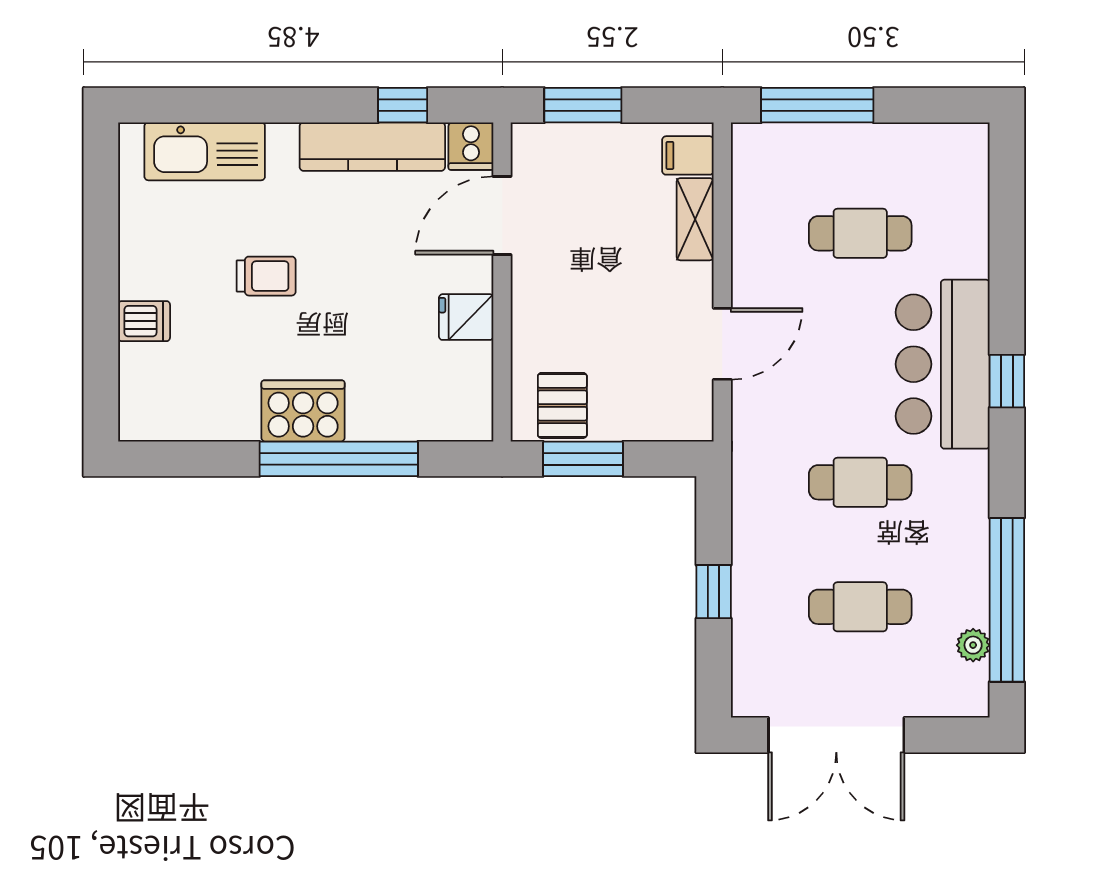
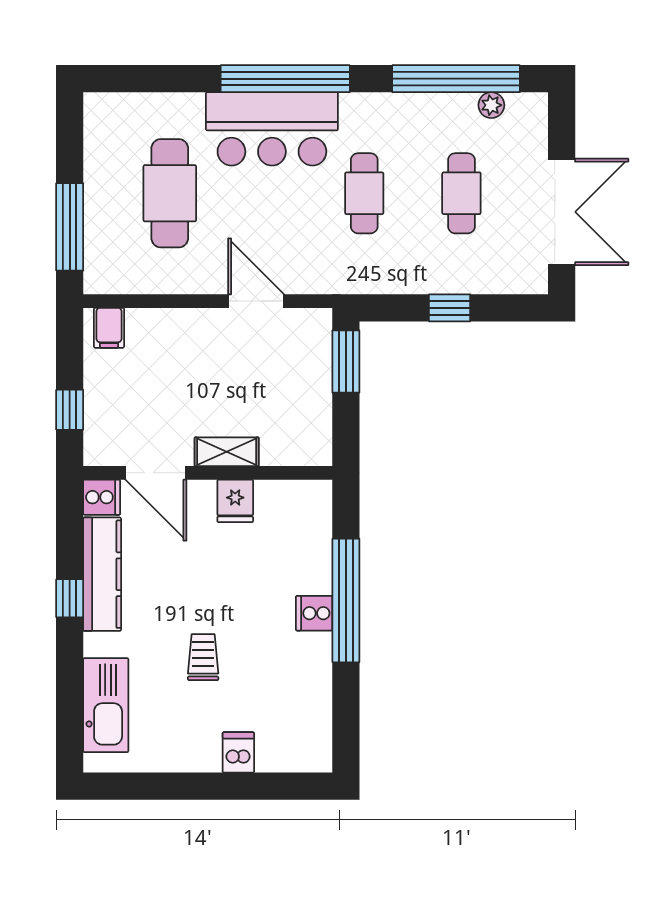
window: (403, 105) -> (70, 598), moved
window: (583, 105) -> (70, 410), width x0.67
shelving: (695, 219) -> (227, 452), moved
cafe table: (860, 233) -> (170, 193), width x1.37, depth x1.35
window: (1007, 381) -> (285, 79), width x3.17
pallet: (562, 405) -> (304, 426), removed
cooker: (303, 411) -> (314, 613), width x0.53, depth x0.76
window: (583, 459) -> (346, 361), moved

